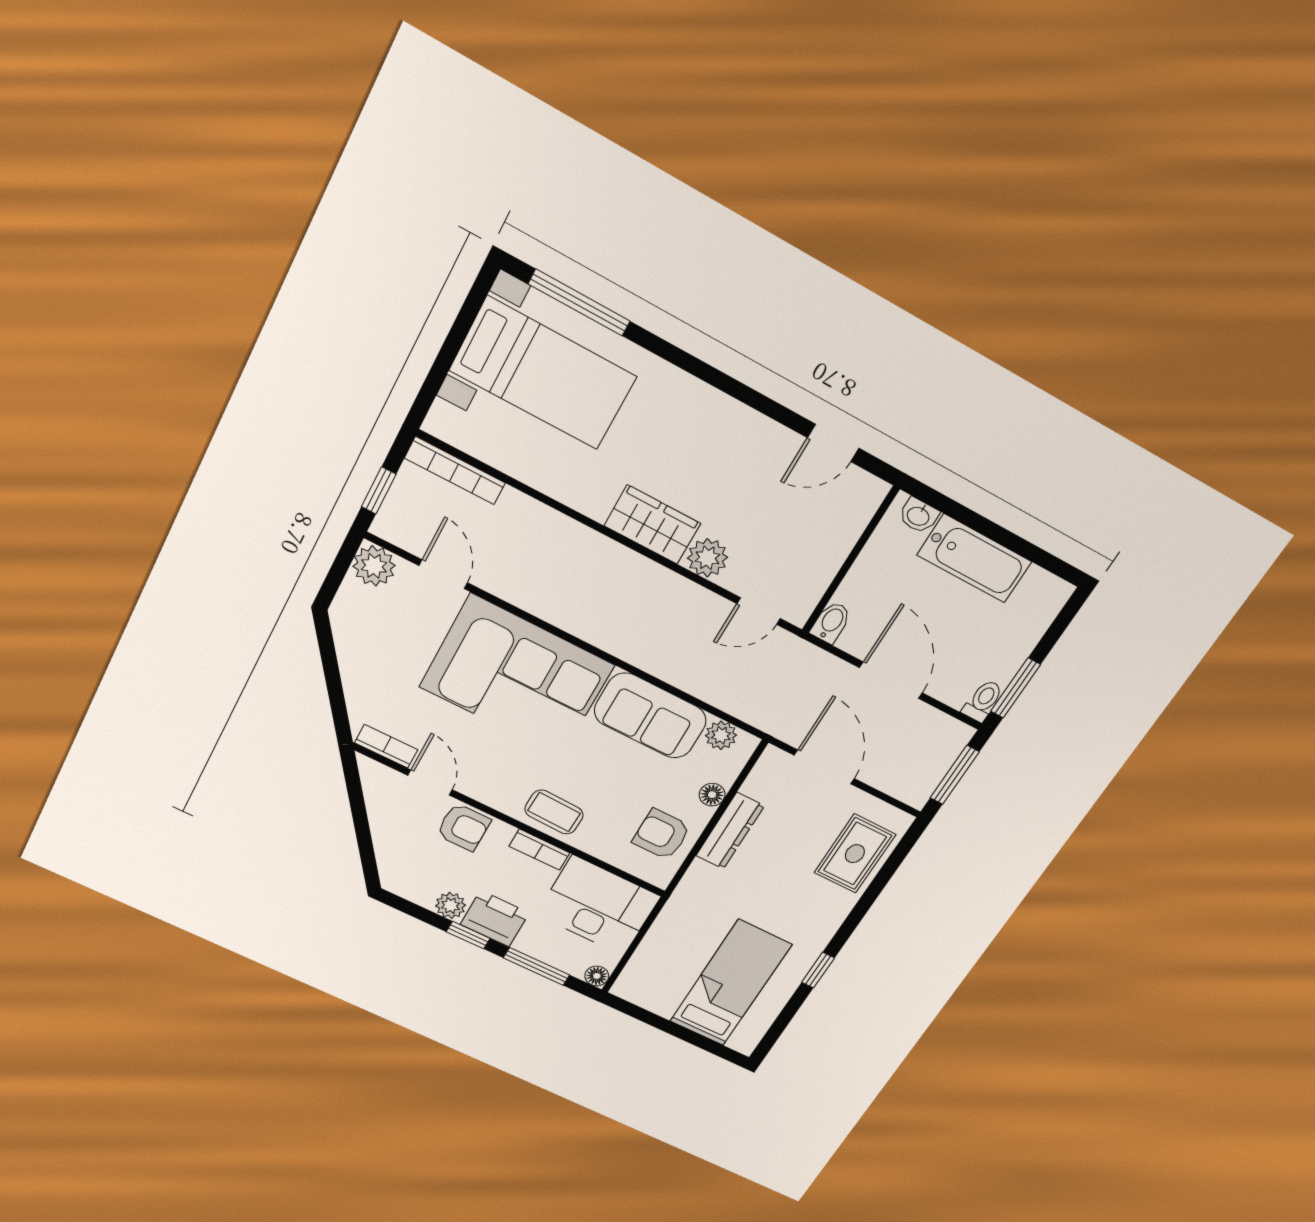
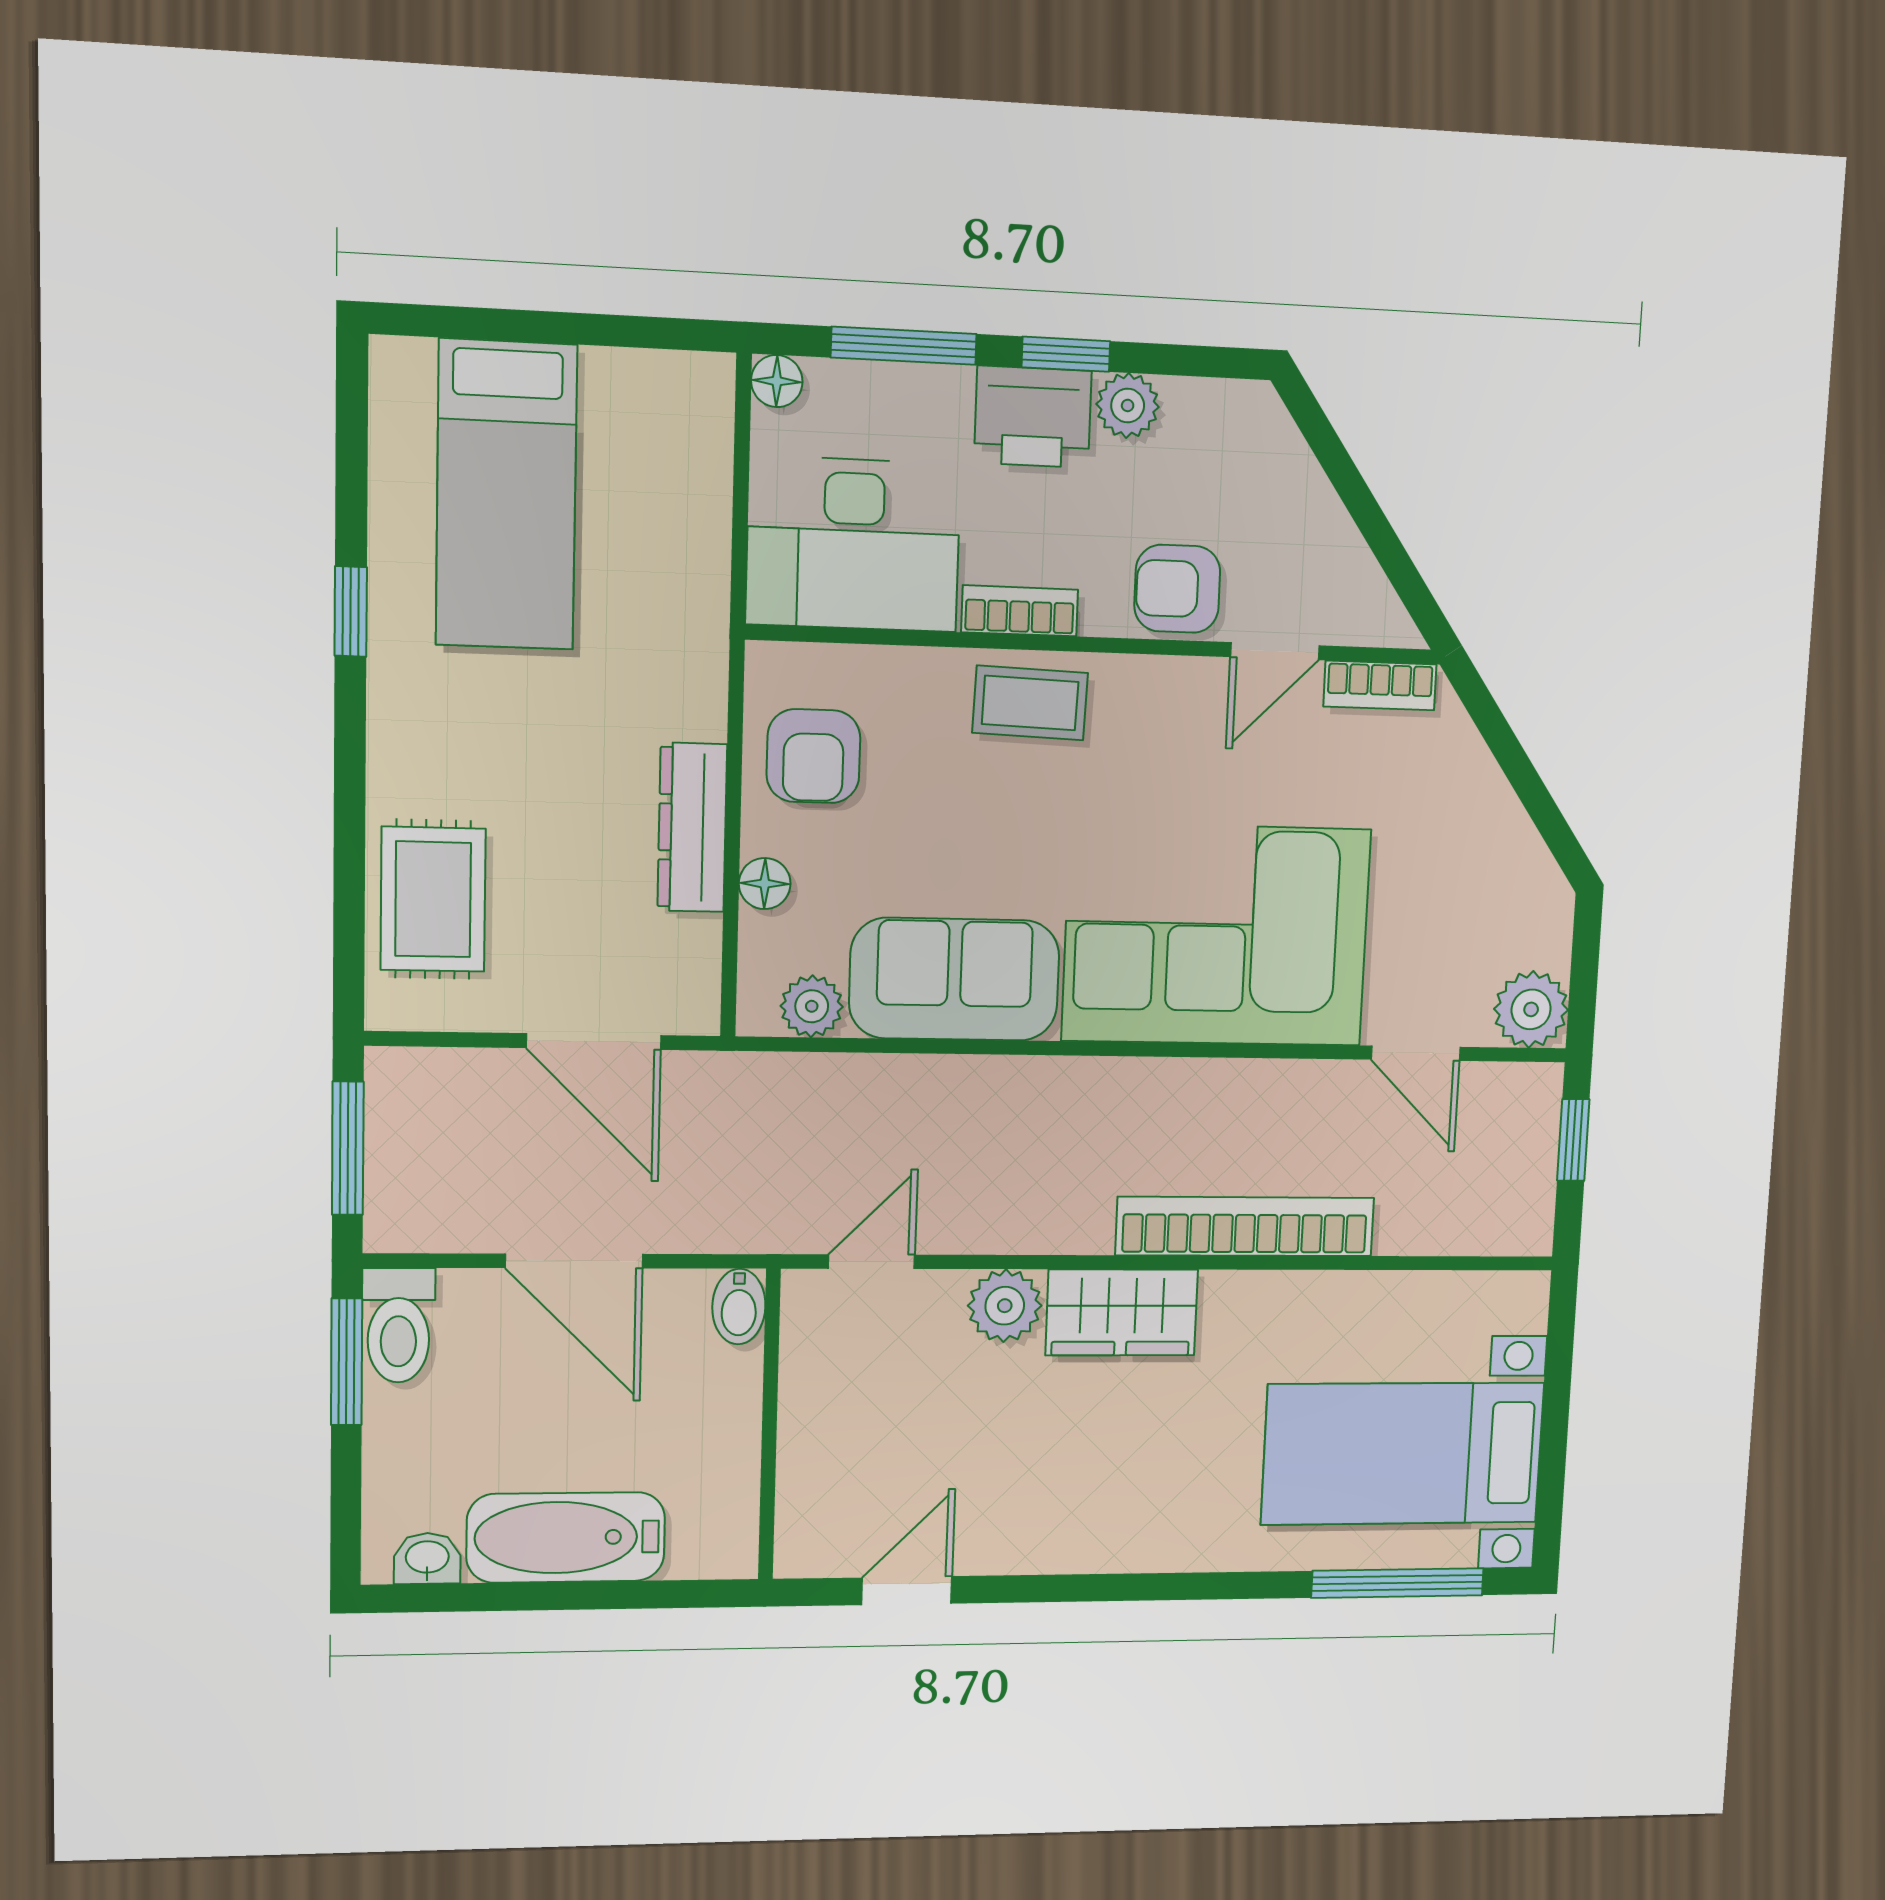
bookcase: (455, 471) -> (1245, 1226), moved, width x1.48, depth x1.31
washbasin: (919, 516) -> (427, 1558), moved
toilet: (983, 701) -> (398, 1325), width x1.37, depth x1.39
door: (430, 783) -> (1275, 651), hinge flipped
armchair: (662, 834) -> (813, 756), turned 90

